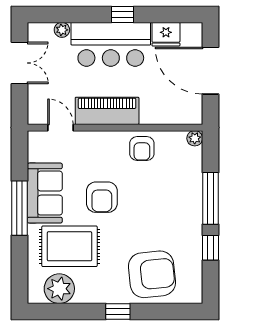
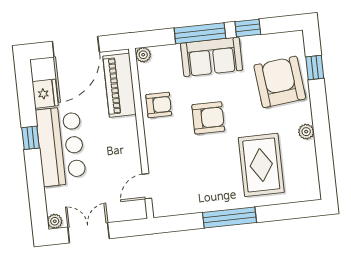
plant: (62, 30) -> (55, 221), moved
piano: (107, 111) -> (120, 85), moved
sofa: (45, 193) -> (212, 57), moved, turned 180
armchair: (102, 197) -> (208, 118), moved
plant: (59, 289) -> (306, 132), moved, width x0.53, depth x0.53
window: (118, 312) -> (315, 67), moved

